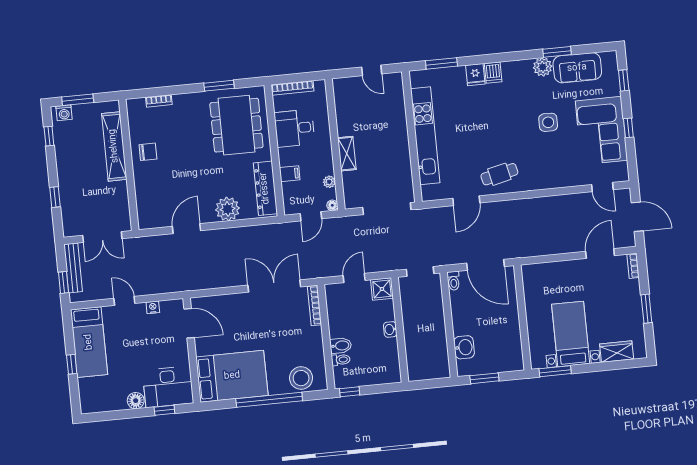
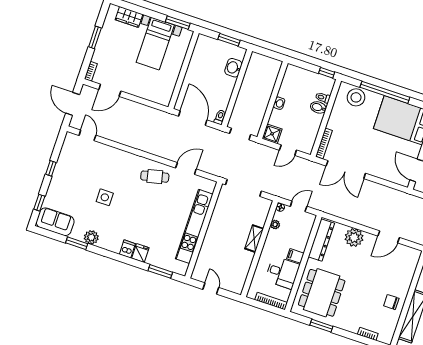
sofa: (577, 68) -> (55, 222), moved
corner sofa: (601, 131) -> (70, 175), removed
filing cabinet: (290, 174) -> (295, 256), moved

